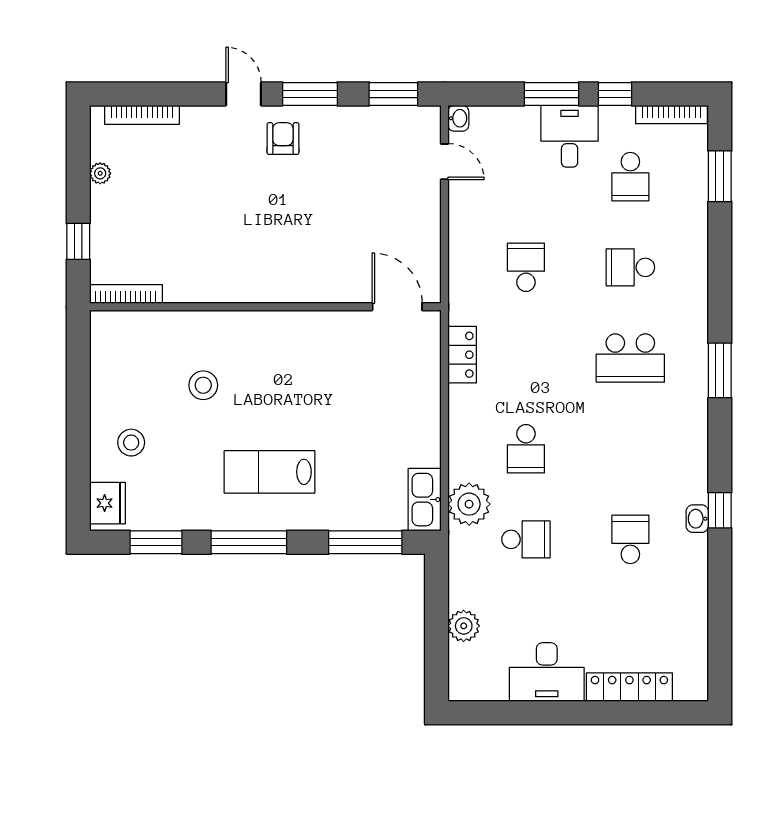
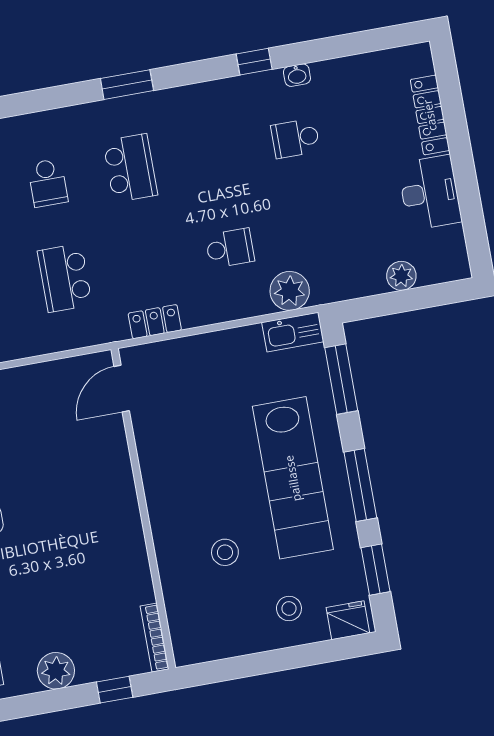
plant: (100, 173) -> (56, 671), width x1.87, depth x1.87
school desk: (526, 267) -> (65, 278), width x1.85
lab bench: (270, 472) -> (293, 478), width x1.86, depth x1.39
washbasin: (697, 519) -> (297, 75), moved
school desk: (526, 539) -> (312, 233), removed

